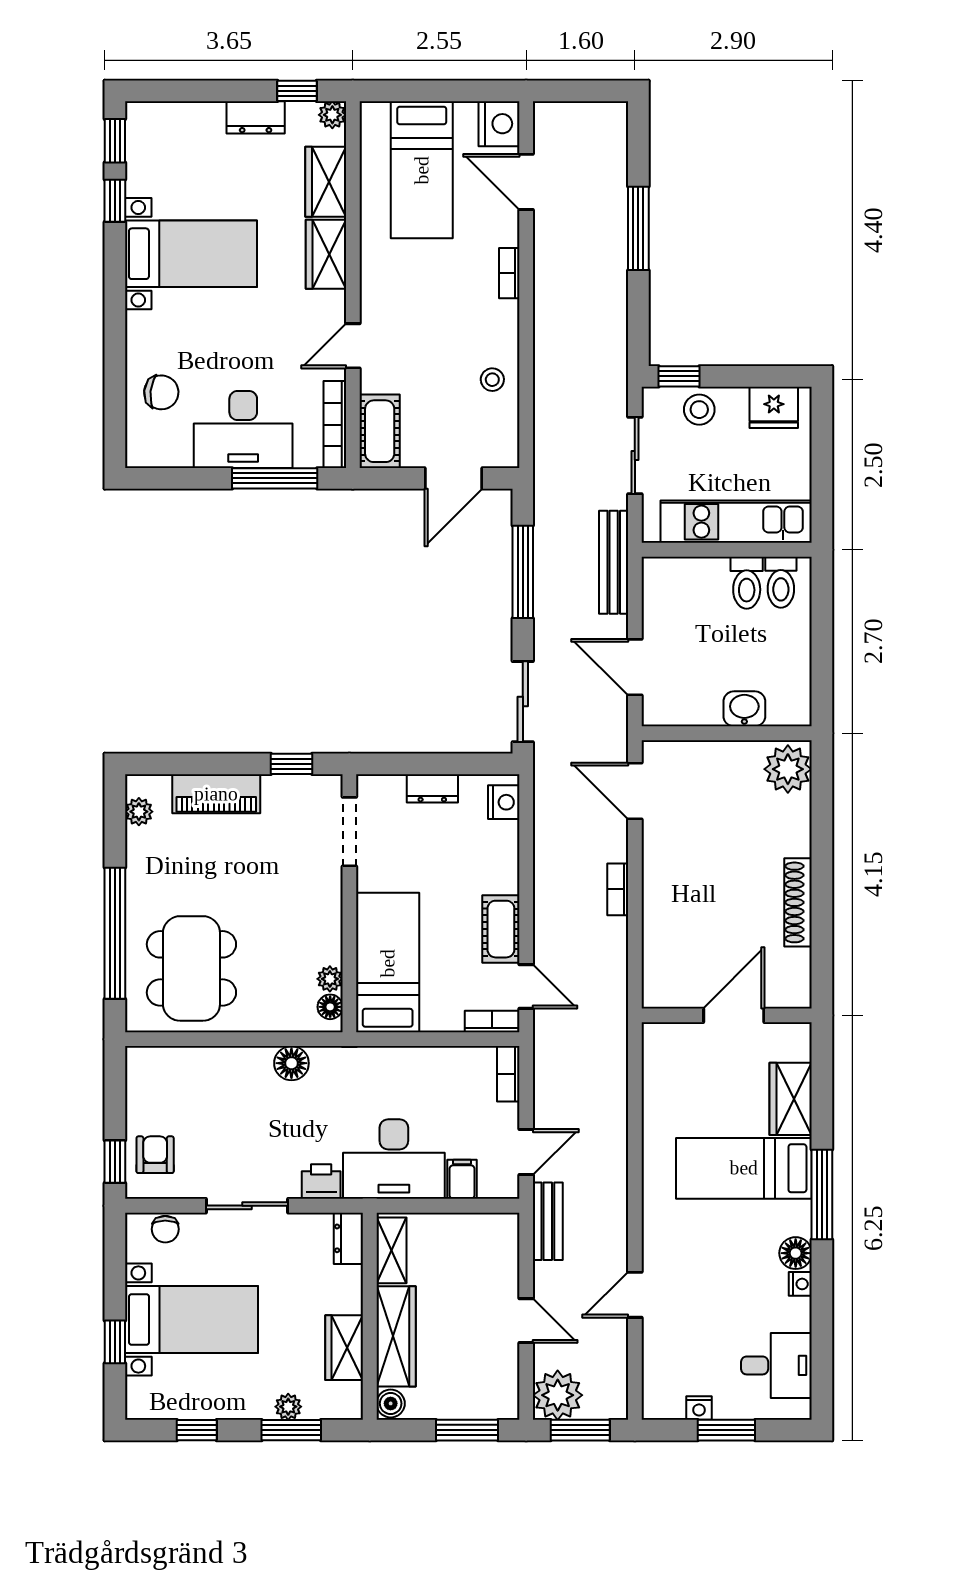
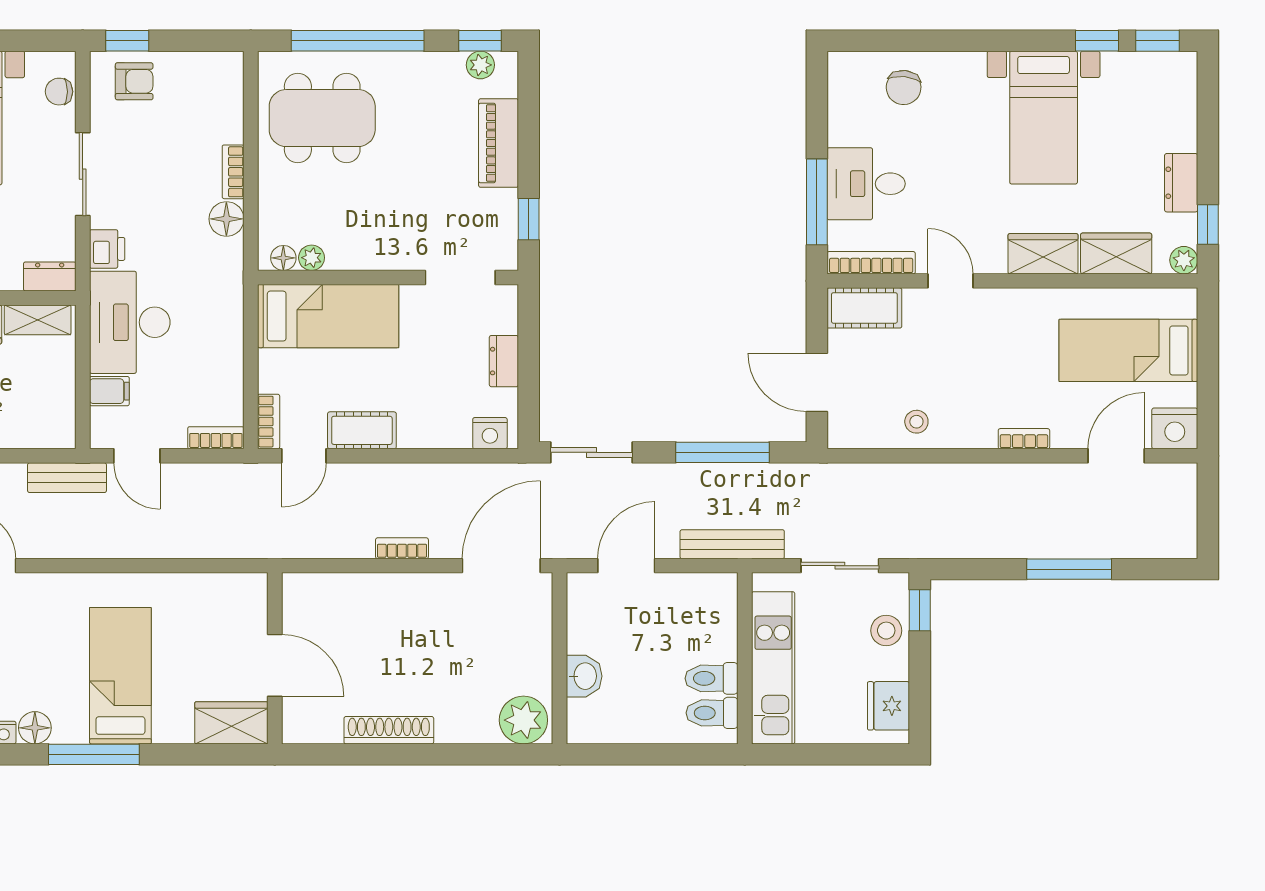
desk: (243, 429) -> (866, 184), width x0.73
door: (635, 791) -> (501, 566), width x1.36
window: (115, 812) -> (480, 41), added
bookcase: (245, 1057) -> (233, 172), added
wardrobe: (791, 1099) -> (231, 723), moved

